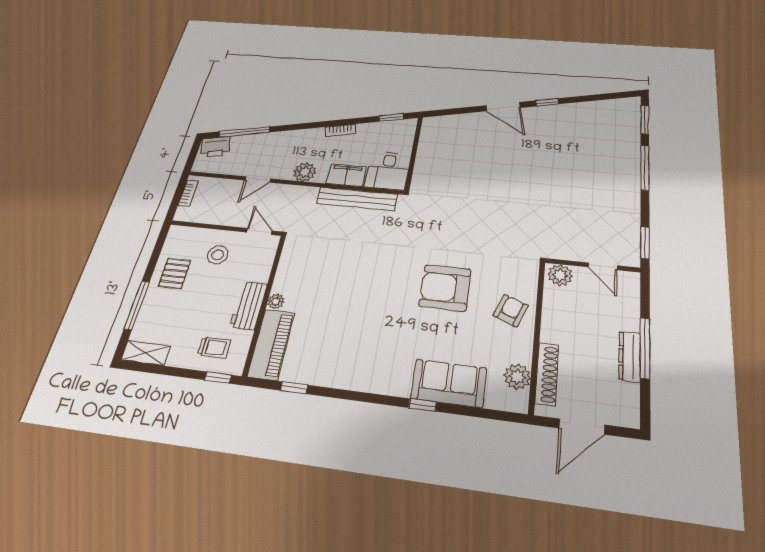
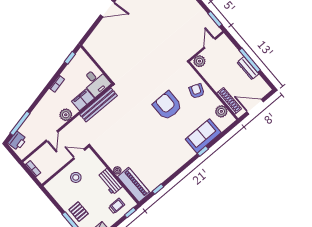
door: (603, 266) -> (210, 43), swing flipped
pallet: (175, 273) -> (79, 212), moved
armchair: (445, 288) -> (167, 106), turned 90
door: (582, 427) -> (255, 107), swing flipped

